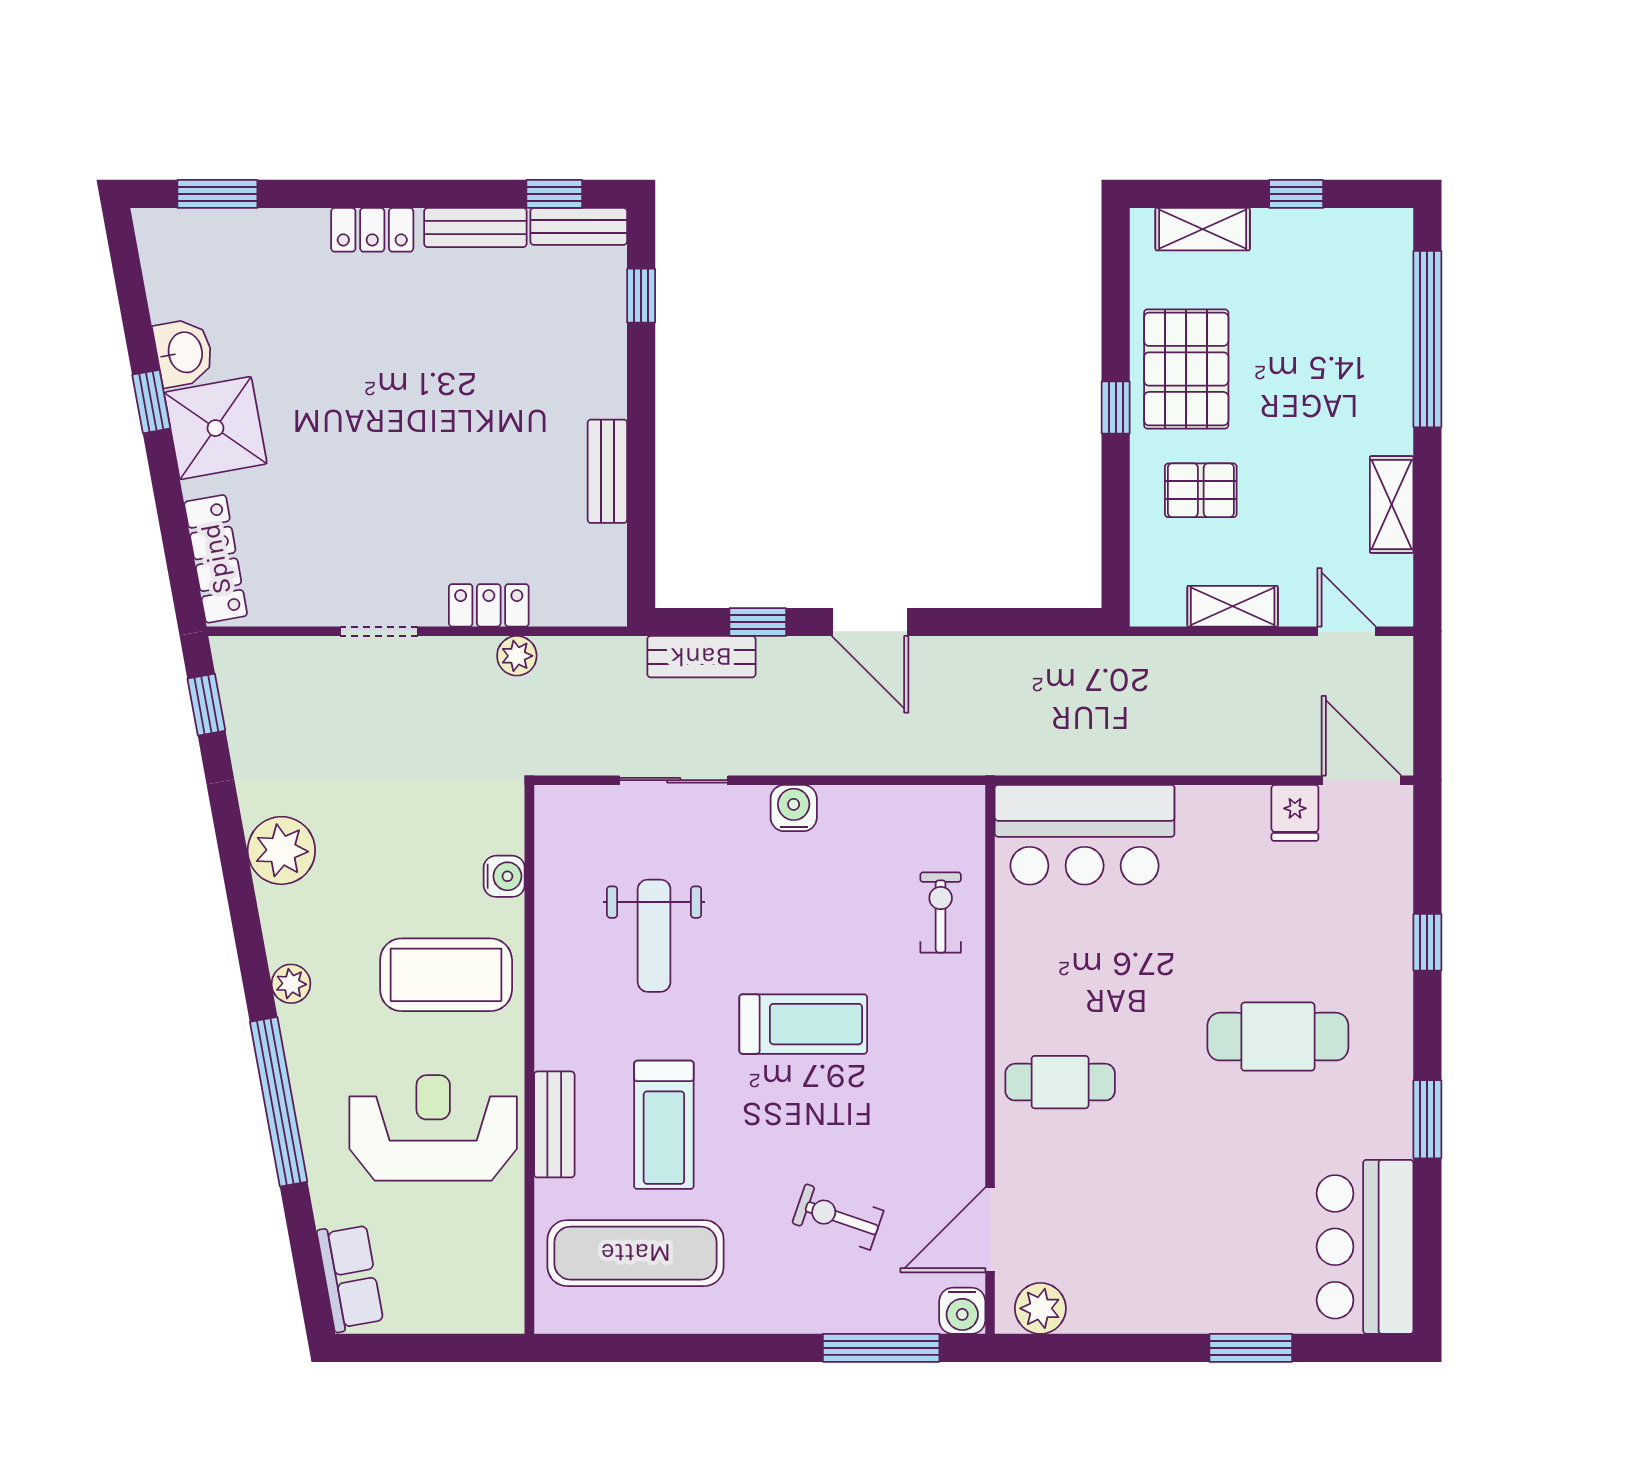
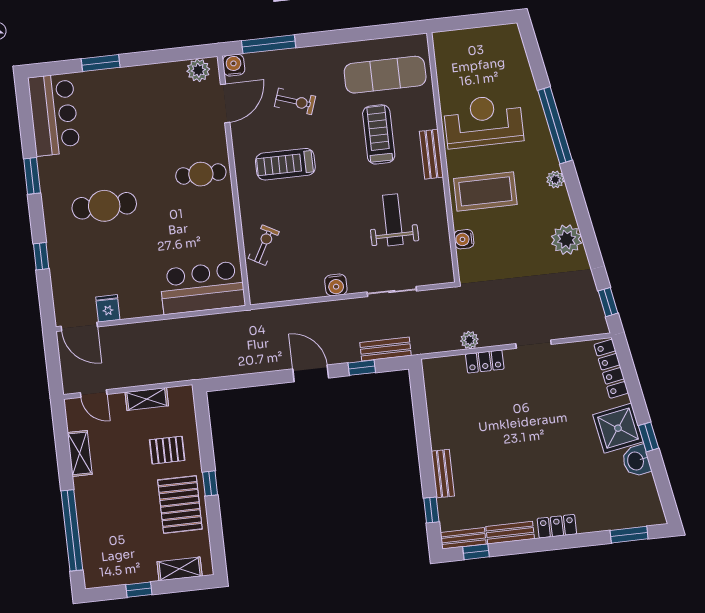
bench: (607, 471) -> (443, 474), moved
exercise bike: (941, 912) -> (264, 245), turned -151
treadmill: (803, 1024) -> (285, 164), moved
bench: (554, 1124) -> (431, 154), moved
reception desk: (433, 1128) -> (483, 121), turned 180
row of seats: (350, 1277) -> (514, 49), removed

